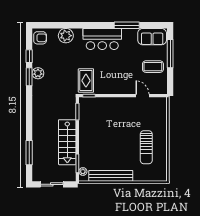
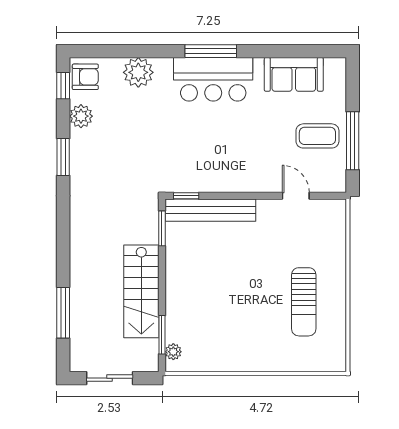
window: (127, 25) -> (211, 51), moved
sofa: (152, 37) -> (294, 74), moved
window: (170, 54) -> (353, 141), moved
window: (29, 56) -> (63, 86), moved
plant: (38, 73) -> (81, 116), moved
rug: (86, 81) -> (180, 165), removed
bench: (111, 176) -> (211, 210), moved

